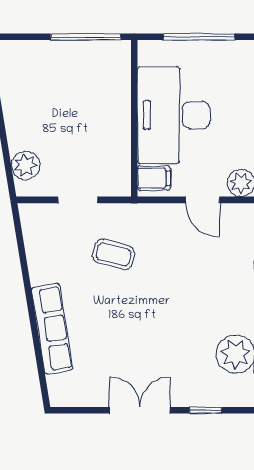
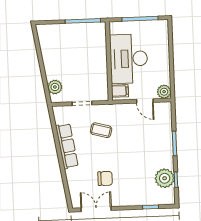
row of seats: (52, 329) -> (67, 146), moved
chair: (118, 350) -> (105, 178), added
double door: (140, 410) -> (96, 209), moved

